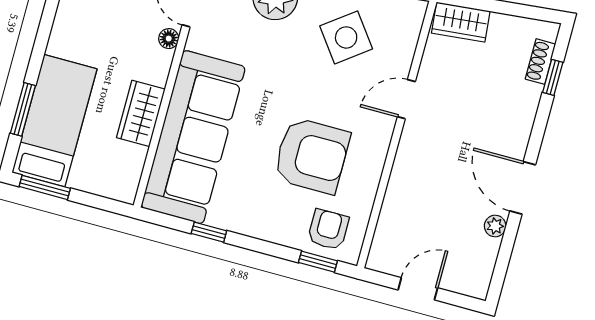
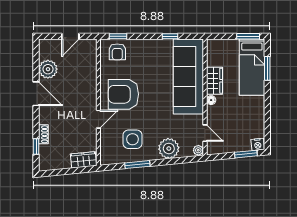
side table: (346, 37) -> (133, 139), turned 37
floor lamp: (169, 39) -> (211, 100), moved
shoe rack: (540, 62) -> (43, 134), moved
armchair: (312, 156) -> (123, 94), moved
plant: (495, 226) -> (48, 69), width x1.87, depth x1.87

